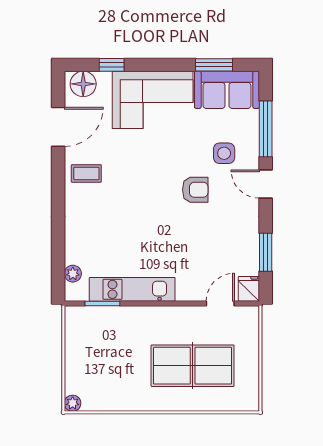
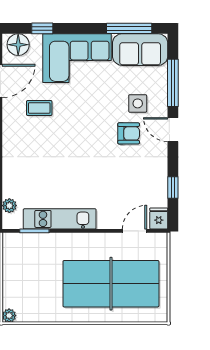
window: (214, 65) -> (129, 28), width x1.44
coffee table: (86, 173) -> (39, 108), moved
armchair: (195, 190) -> (129, 133), moved
window: (266, 252) -> (173, 187), width x0.67
table tennis table: (193, 366) -> (111, 284), width x1.36, depth x1.32

